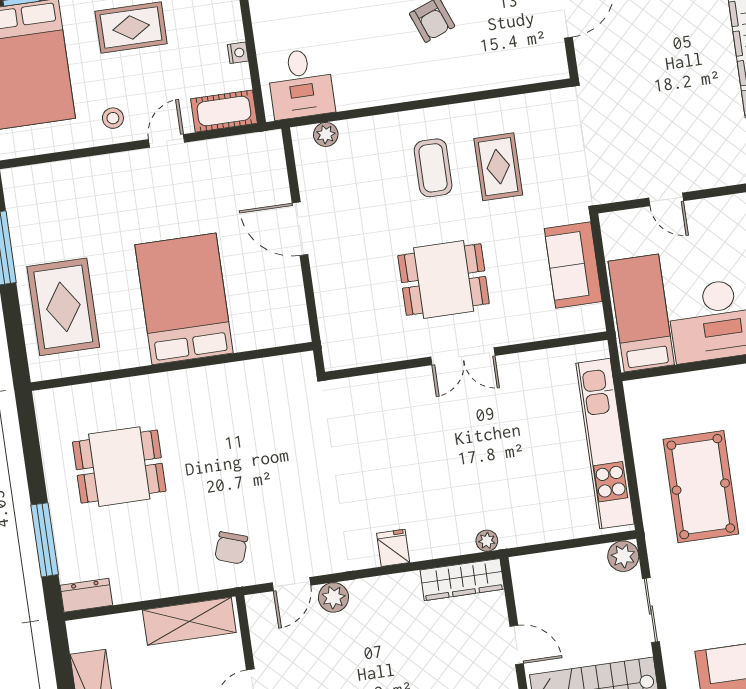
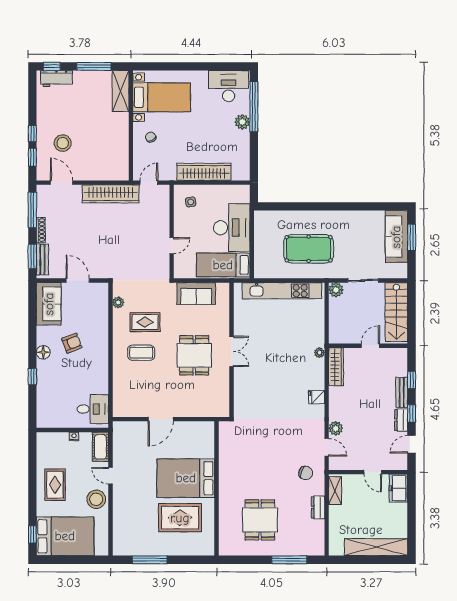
stool: (113, 118) -> (96, 499), width x1.89, depth x1.89
plant: (326, 134) -> (118, 302), moved
rug: (63, 307) -> (180, 518), moved
dresser: (86, 595) -> (318, 507), moved
shelving: (189, 621) -> (335, 490), width x0.67, depth x0.75

